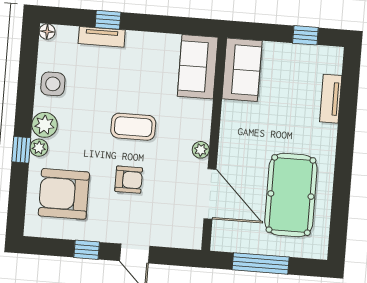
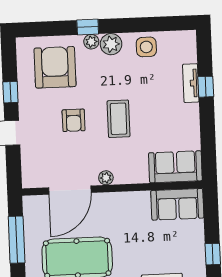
floor lamp: (47, 32) -> (190, 37), removed

